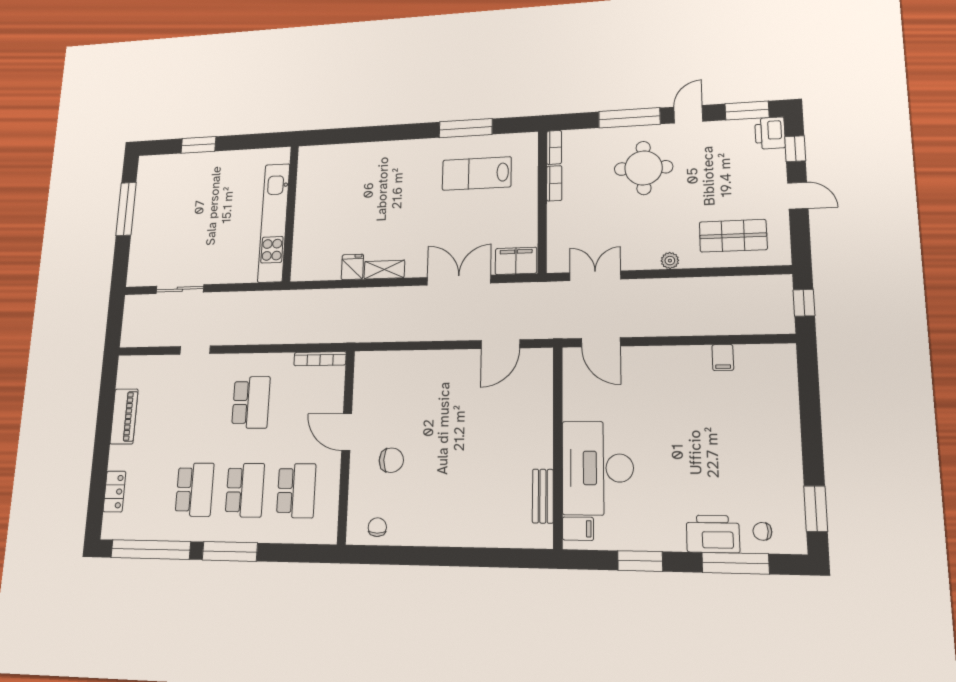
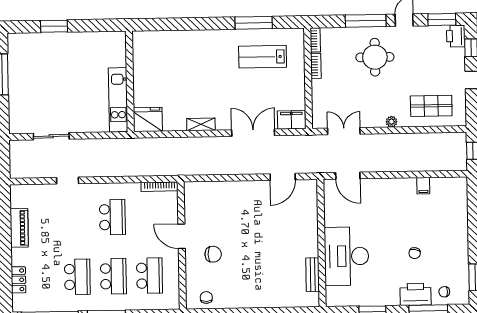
kitchen unit: (274, 222) -> (118, 100), width x0.73
fridge: (352, 267) -> (148, 120), moved, width x1.88, depth x1.34
chair: (710, 465) -> (415, 253), added
filing cabinet: (578, 529) -> (335, 294), removed

